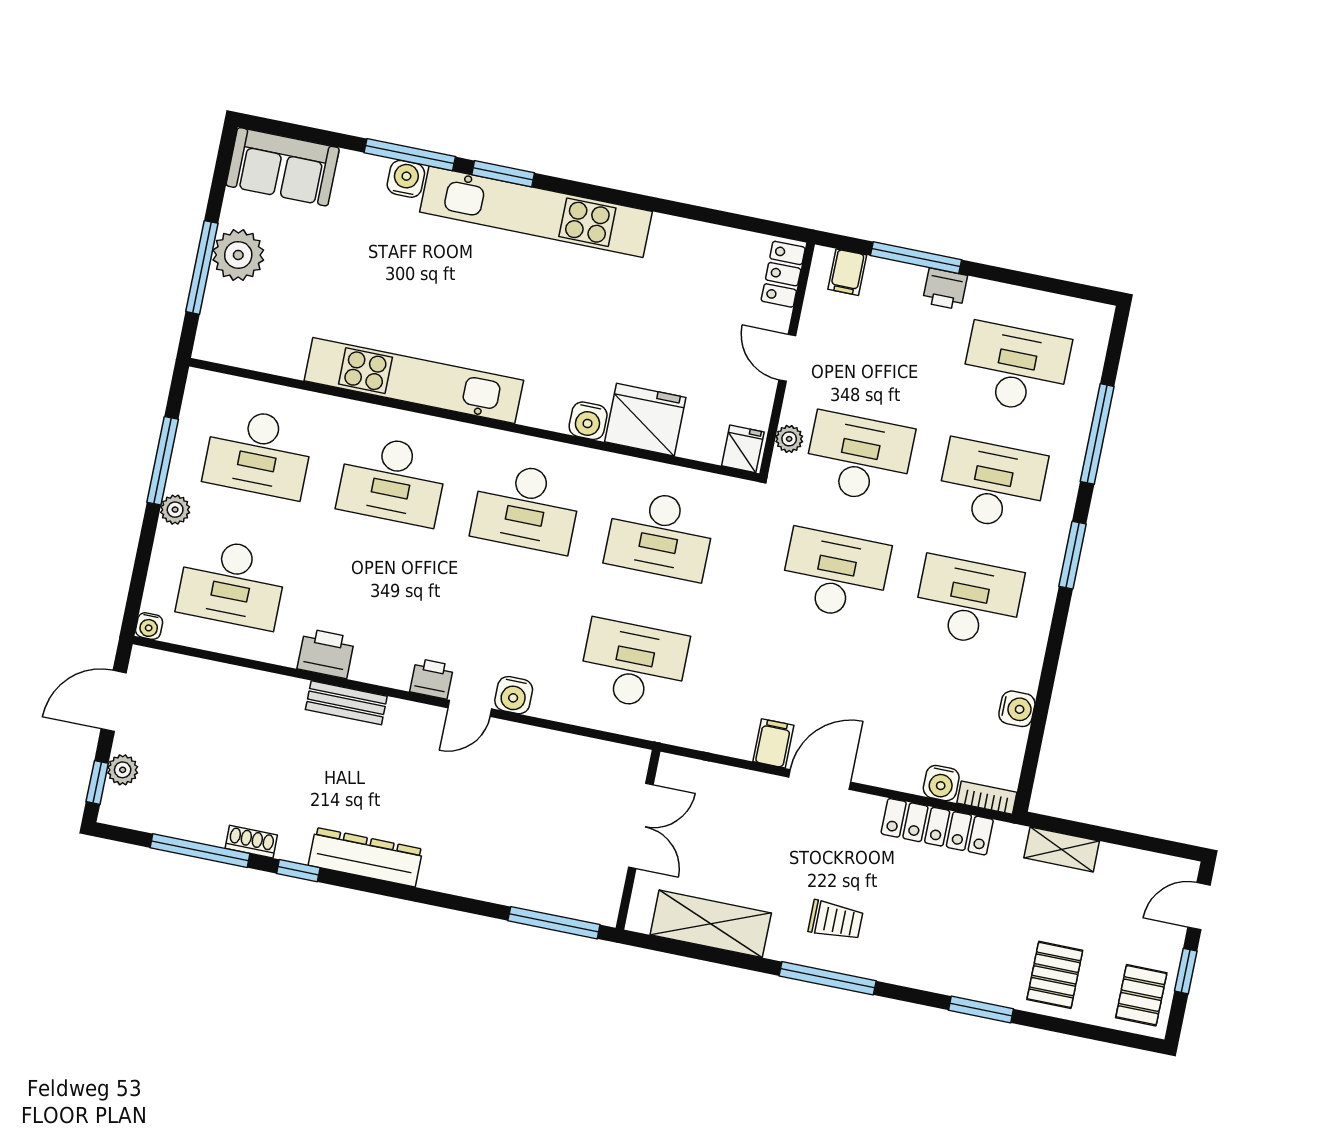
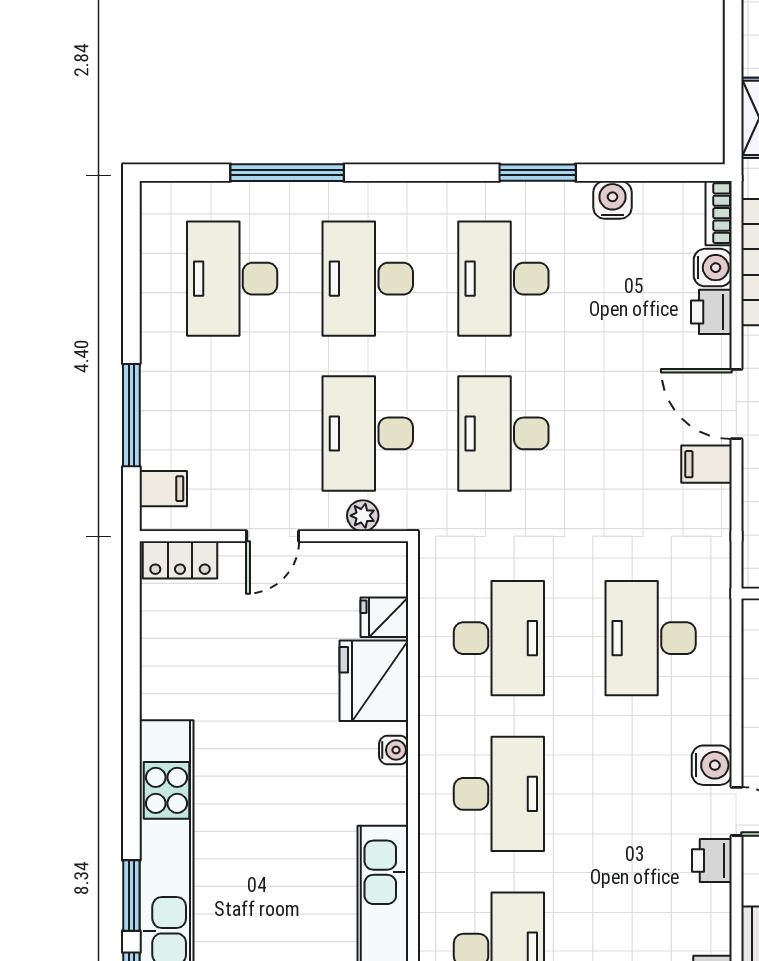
printer: (945, 289) -> (711, 312), moved, turned 180
water cooler: (588, 421) -> (394, 750), width x0.72, depth x0.72
fridge: (743, 449) -> (384, 617), moved
window: (1073, 555) -> (538, 173), moved

